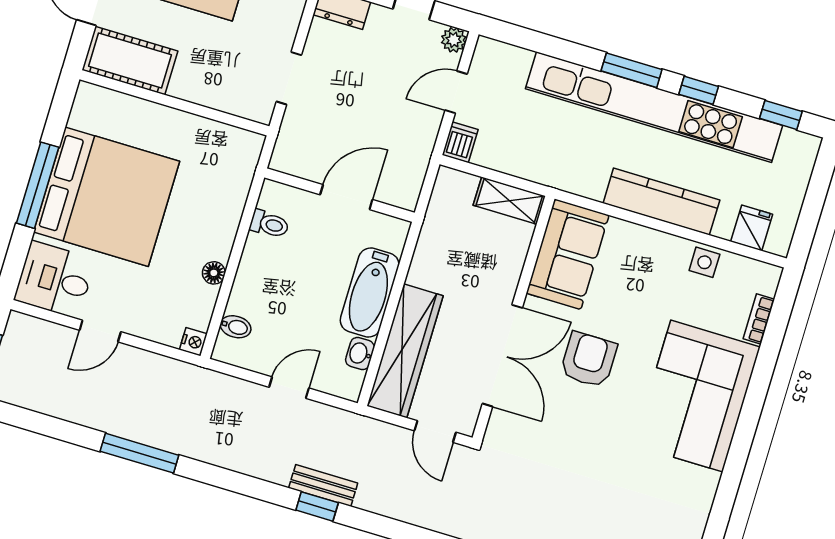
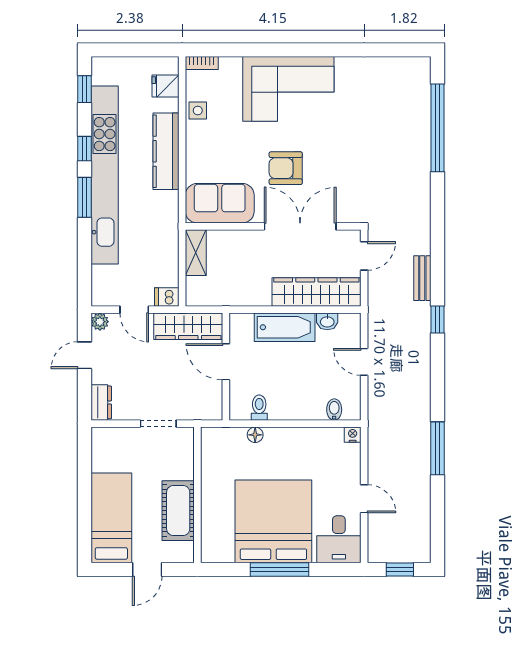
cot: (130, 61) -> (178, 511), moved
wardrobe: (411, 160) -> (188, 326), added
floor lamp: (214, 273) -> (255, 435), moved
bookcase: (759, 319) -> (202, 63), moved
bench: (323, 486) -> (422, 278), moved

